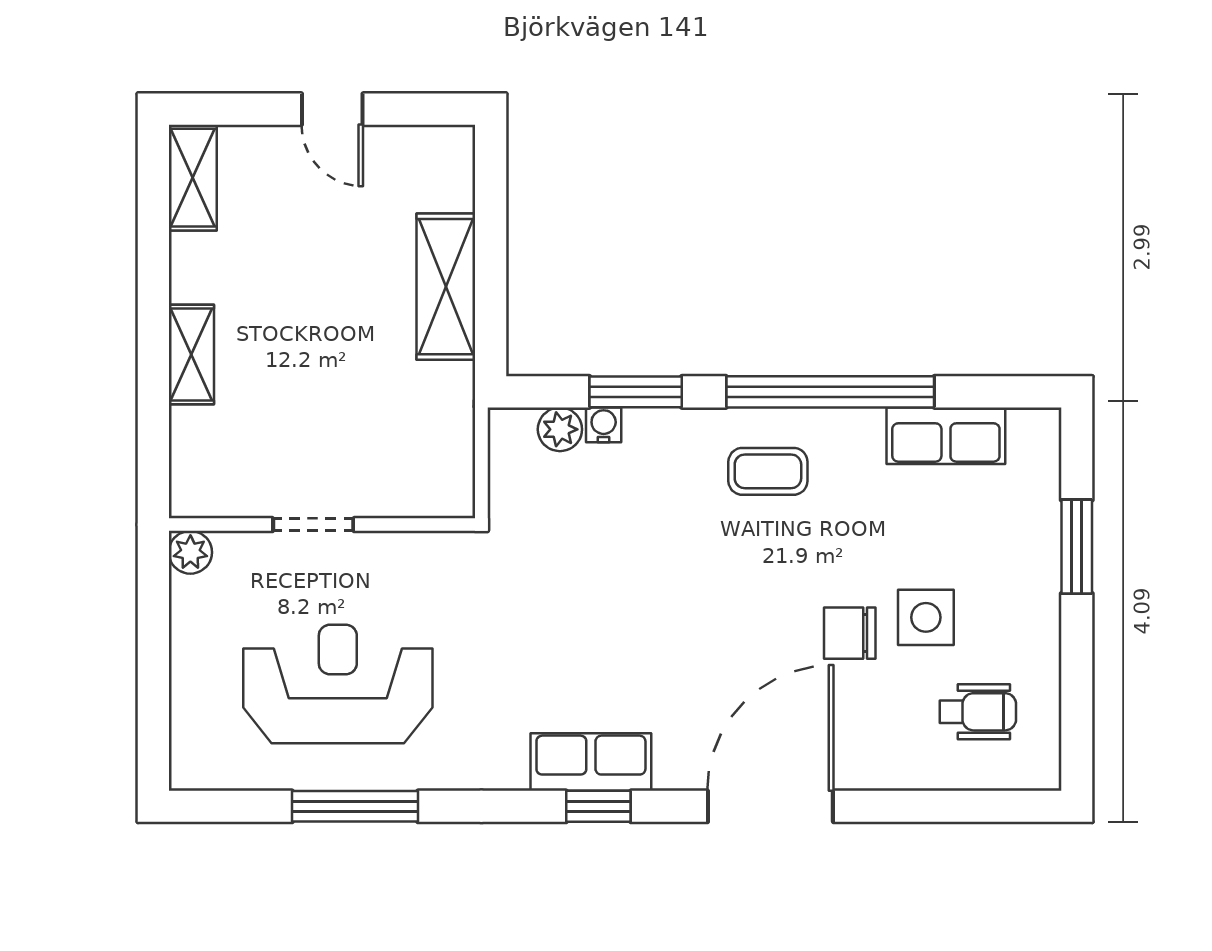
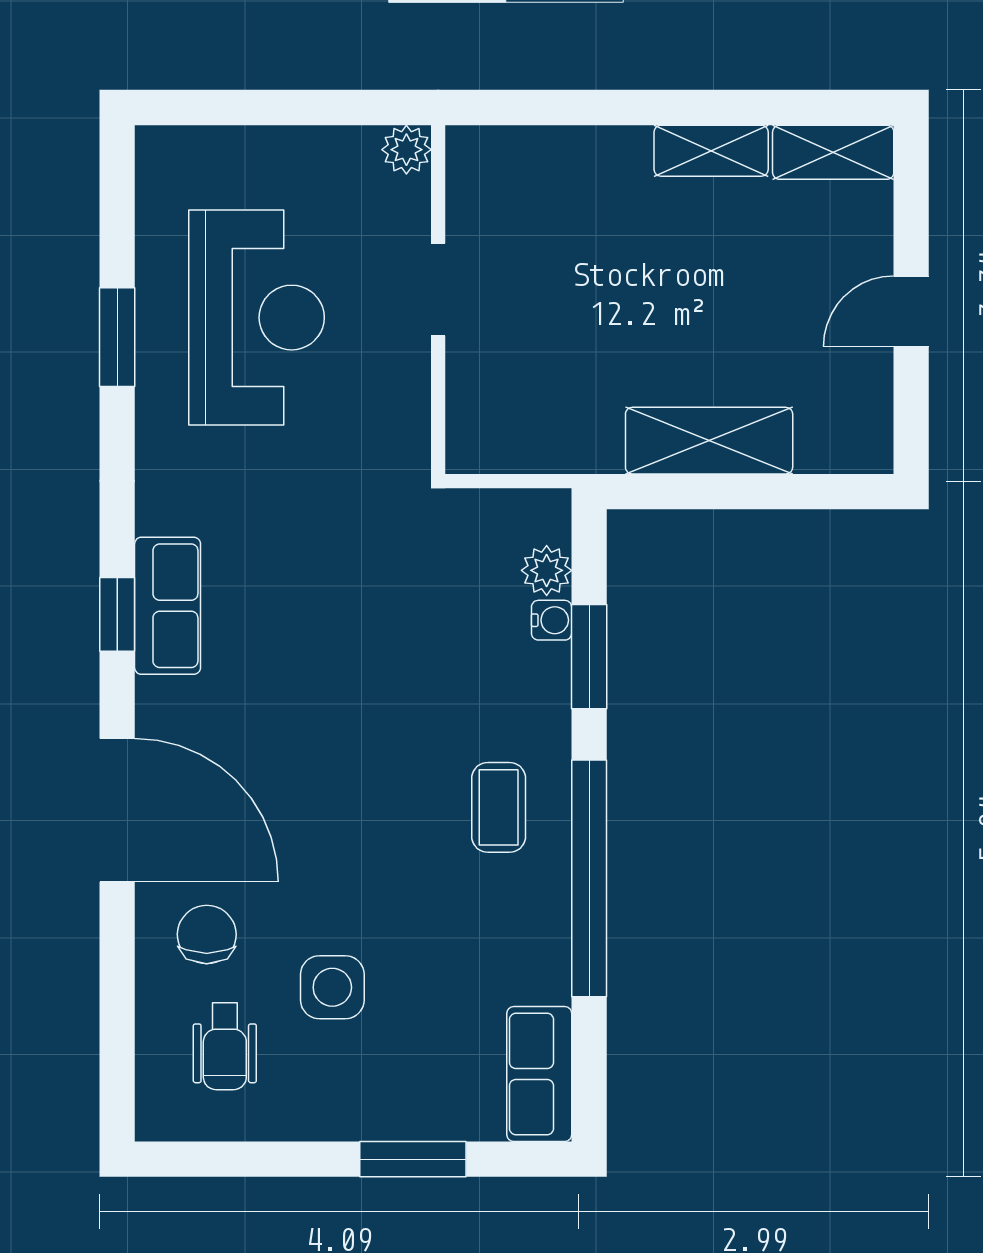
shelving: (191, 355) -> (711, 151), moved
row of seats: (946, 436) -> (539, 1074), moved
chair: (850, 633) -> (207, 934), moved
window: (355, 806) -> (117, 337), width x0.69

